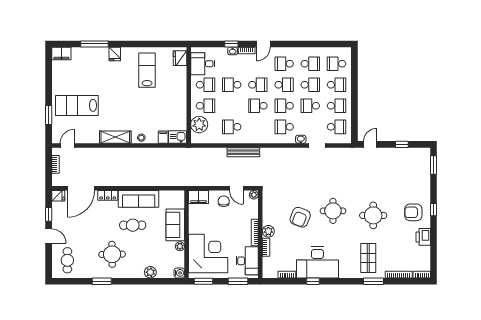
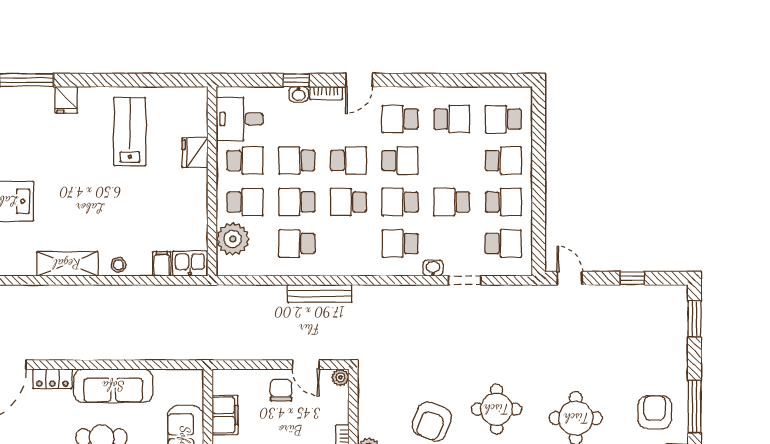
fridge: (180, 58) -> (195, 153), moved
school desk: (310, 85) -> (297, 202), moved, turned 180
door: (370, 144) -> (570, 278), hinge flipped
filing cabinet: (199, 197) -> (225, 415), moved, turned -90
window: (433, 210) -> (694, 407), width x2.17
armchair: (413, 212) -> (655, 412), turned 90

